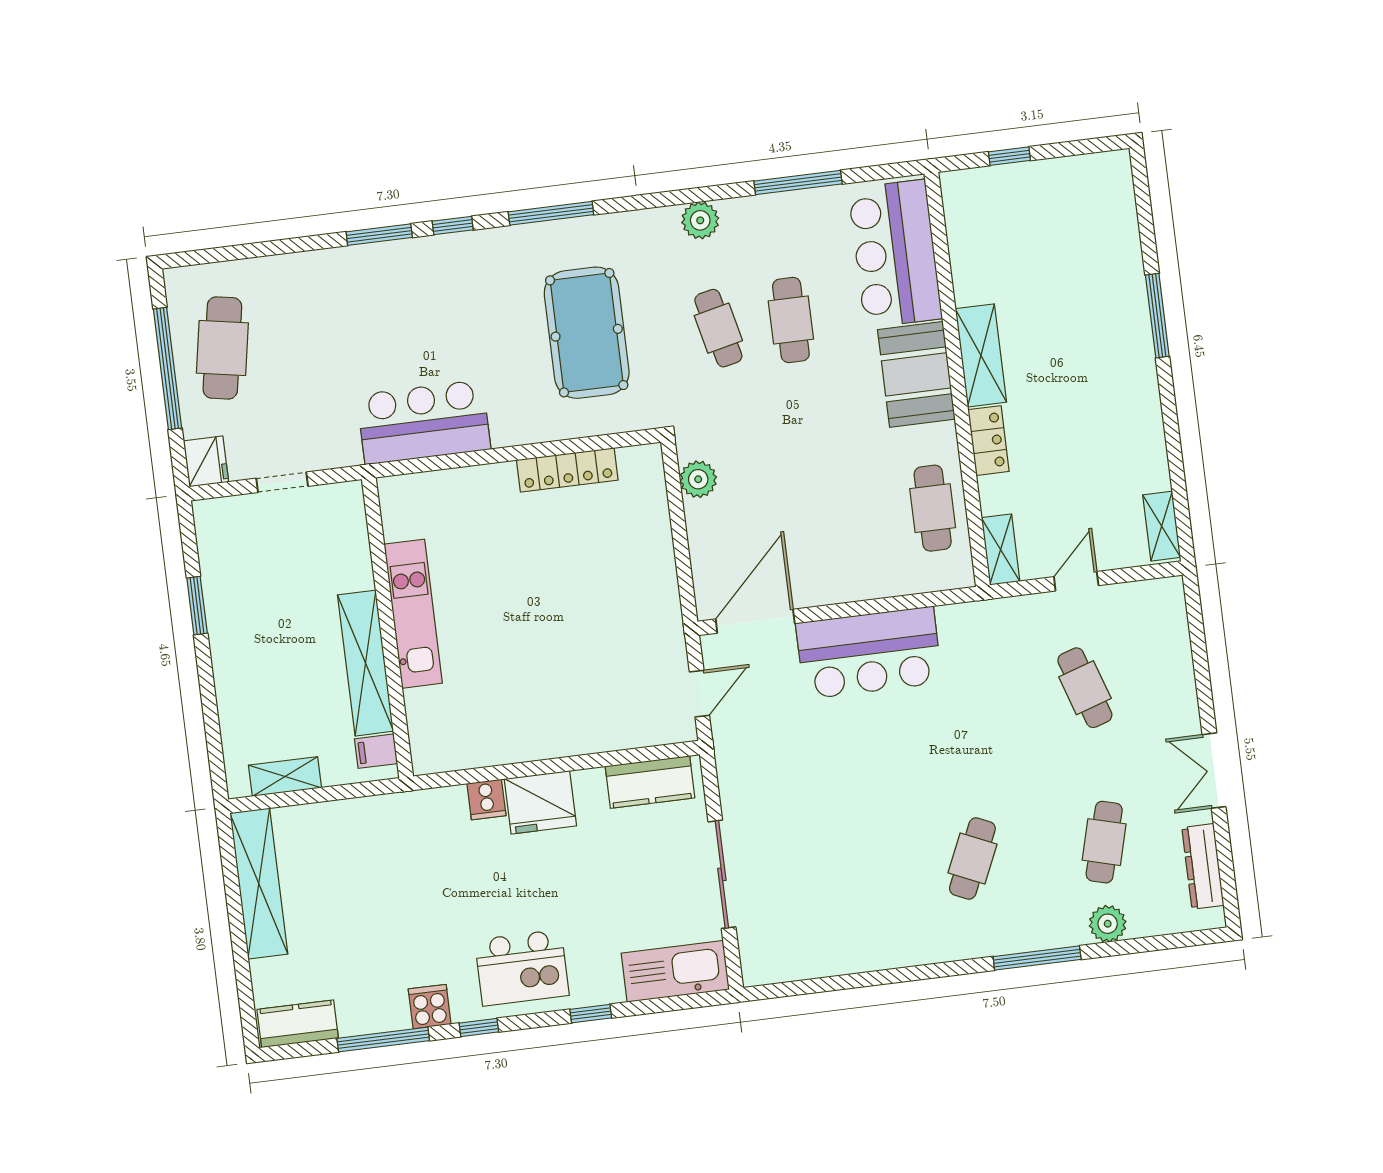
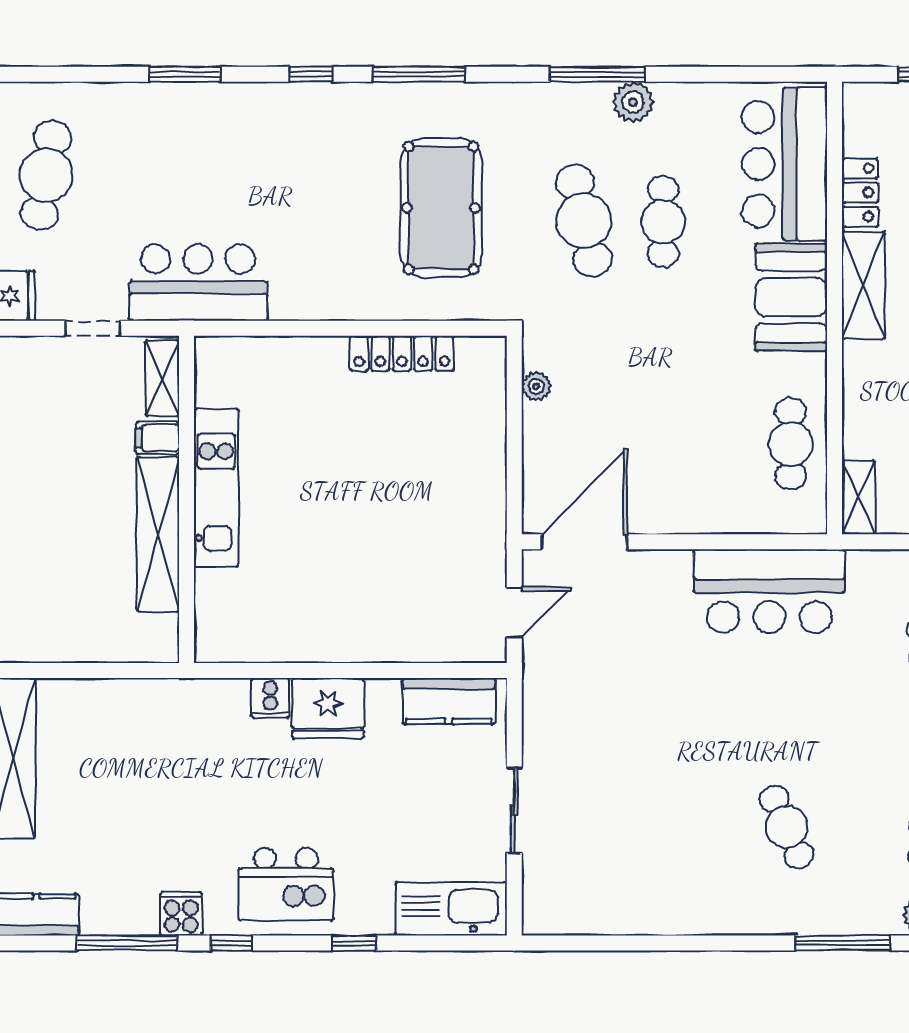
window: (798, 182) -> (597, 74), moved
plant: (700, 220) -> (633, 102), moved
window: (379, 235) -> (185, 74), moved
cafe table: (718, 328) -> (584, 221), width x1.37, depth x1.35
bar counter: (424, 422) -> (198, 283), moved
locker: (988, 441) -> (860, 193), moved
plant: (698, 479) -> (536, 386), width x0.73, depth x0.73
bar counter: (869, 653) -> (769, 591), moved
filing cabinet: (376, 751) -> (158, 438), moved
shelving: (285, 777) -> (162, 378), moved, turned 90
cafe table: (972, 858) -> (787, 827), turned -48
sliding door: (722, 874) -> (514, 810), width x0.73

